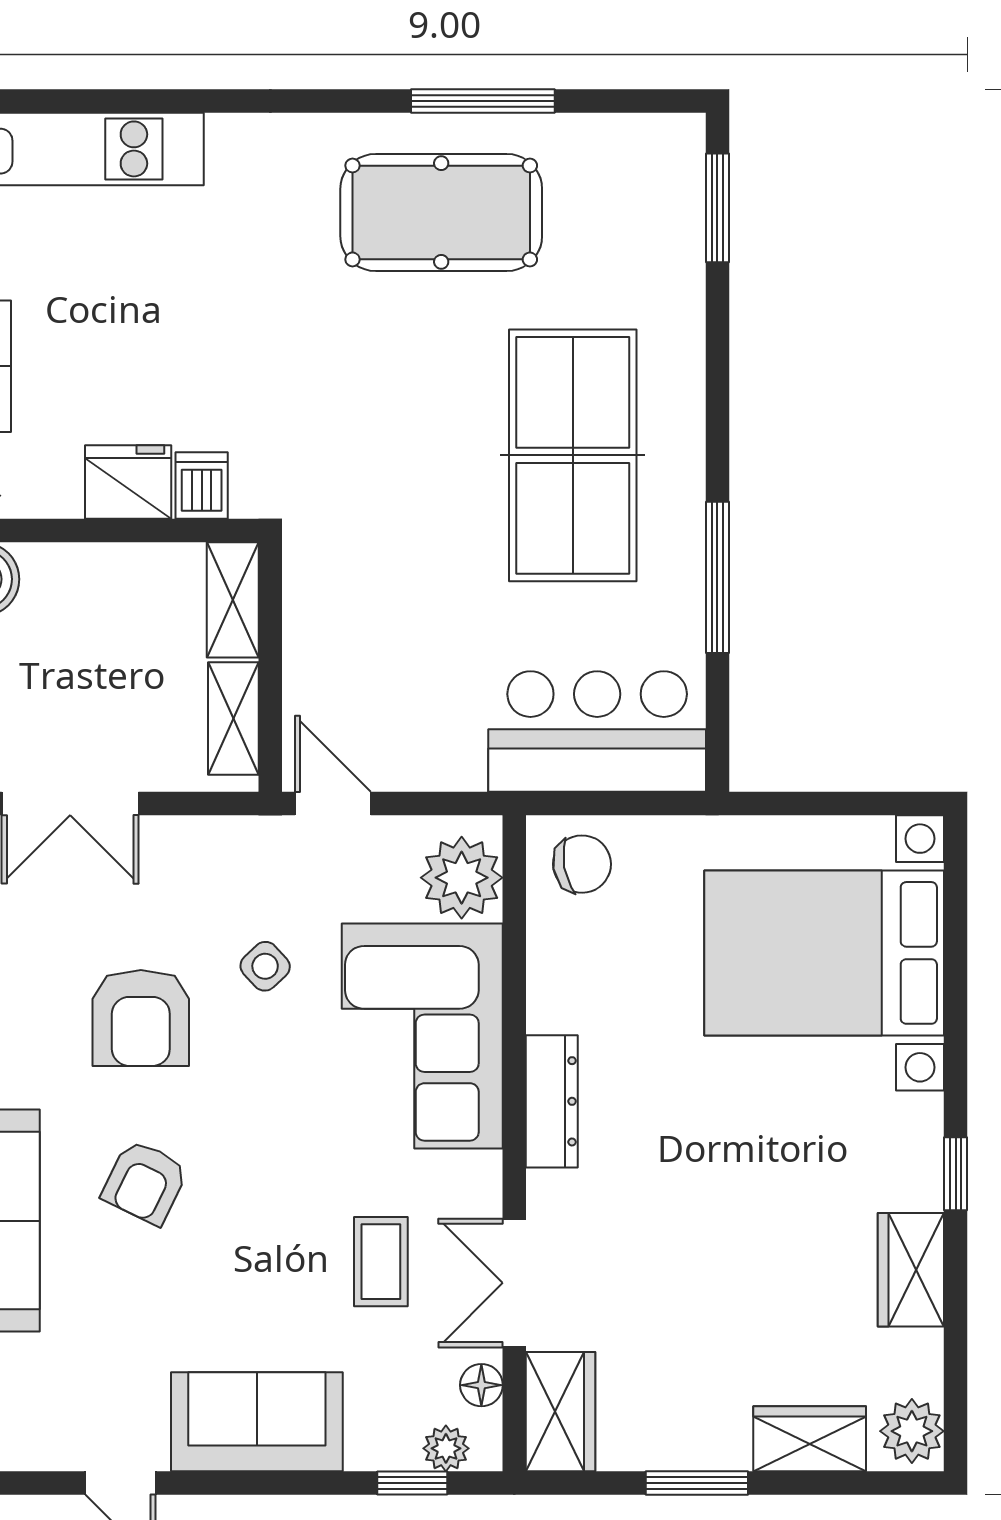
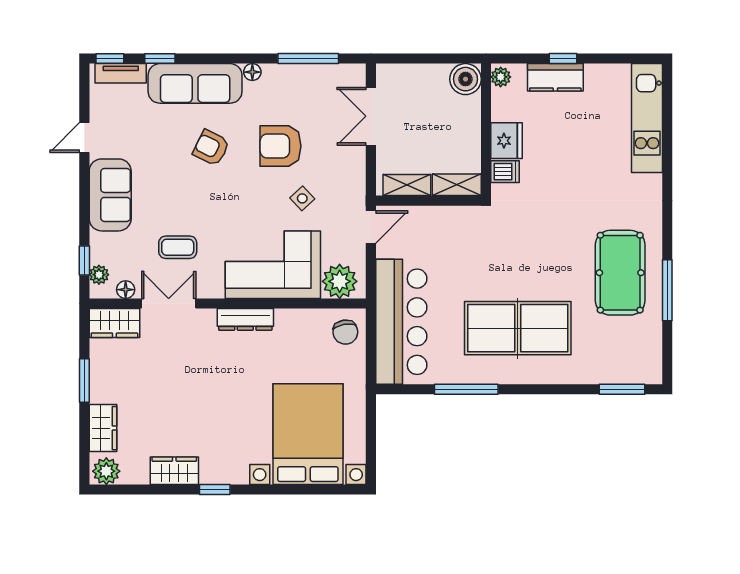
bar counter: (597, 732) -> (401, 322), width x1.36

